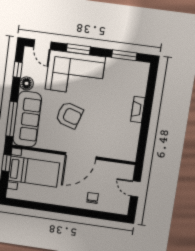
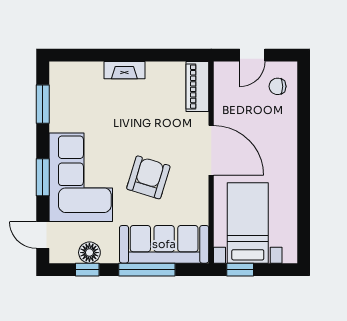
door: (42, 44) -> (43, 235), swing flipped
floor lamp: (27, 83) -> (89, 253), moved
window: (12, 119) -> (147, 270), moved
piano: (121, 153) -> (197, 87), added
chair: (93, 198) -> (278, 86), moved

